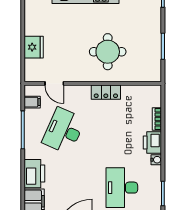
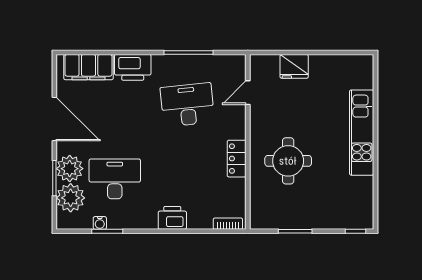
filing cabinet: (32, 102) -> (224, 64), removed
bookcase: (157, 119) -> (228, 224), moved
desk: (64, 131) -> (187, 105), turned -30
water cooler: (156, 160) -> (100, 223), moved

